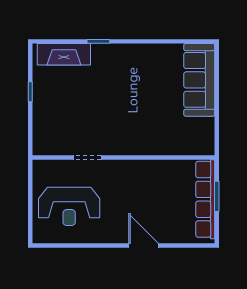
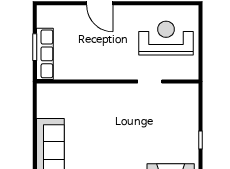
row of seats: (205, 199) -> (45, 54), width x0.73

